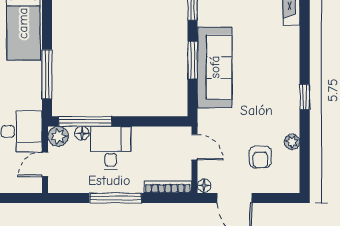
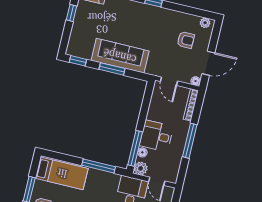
plant: (292, 142) -> (205, 23), moved
door: (194, 147) -> (169, 81), swing flipped

